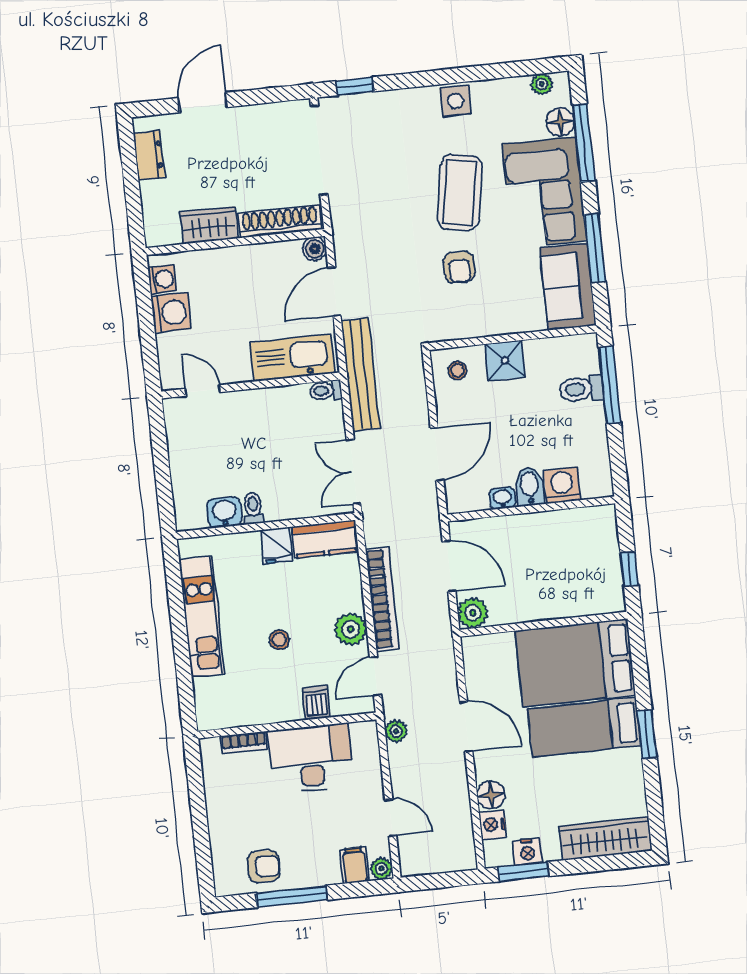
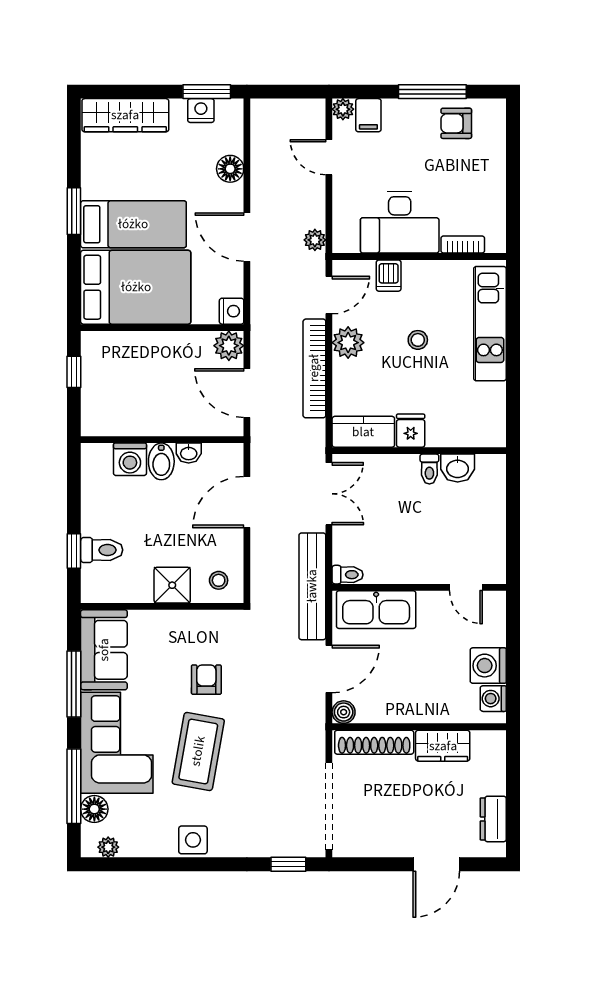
window: (610, 385) -> (74, 551), width x0.46
kitchen unit: (202, 617) -> (490, 324), moved
nightstand: (493, 825) -> (232, 311), moved

